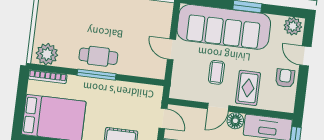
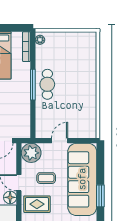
plant: (47, 54) -> (40, 40), width x0.53, depth x0.53
plant: (182, 87) -> (31, 153), added

